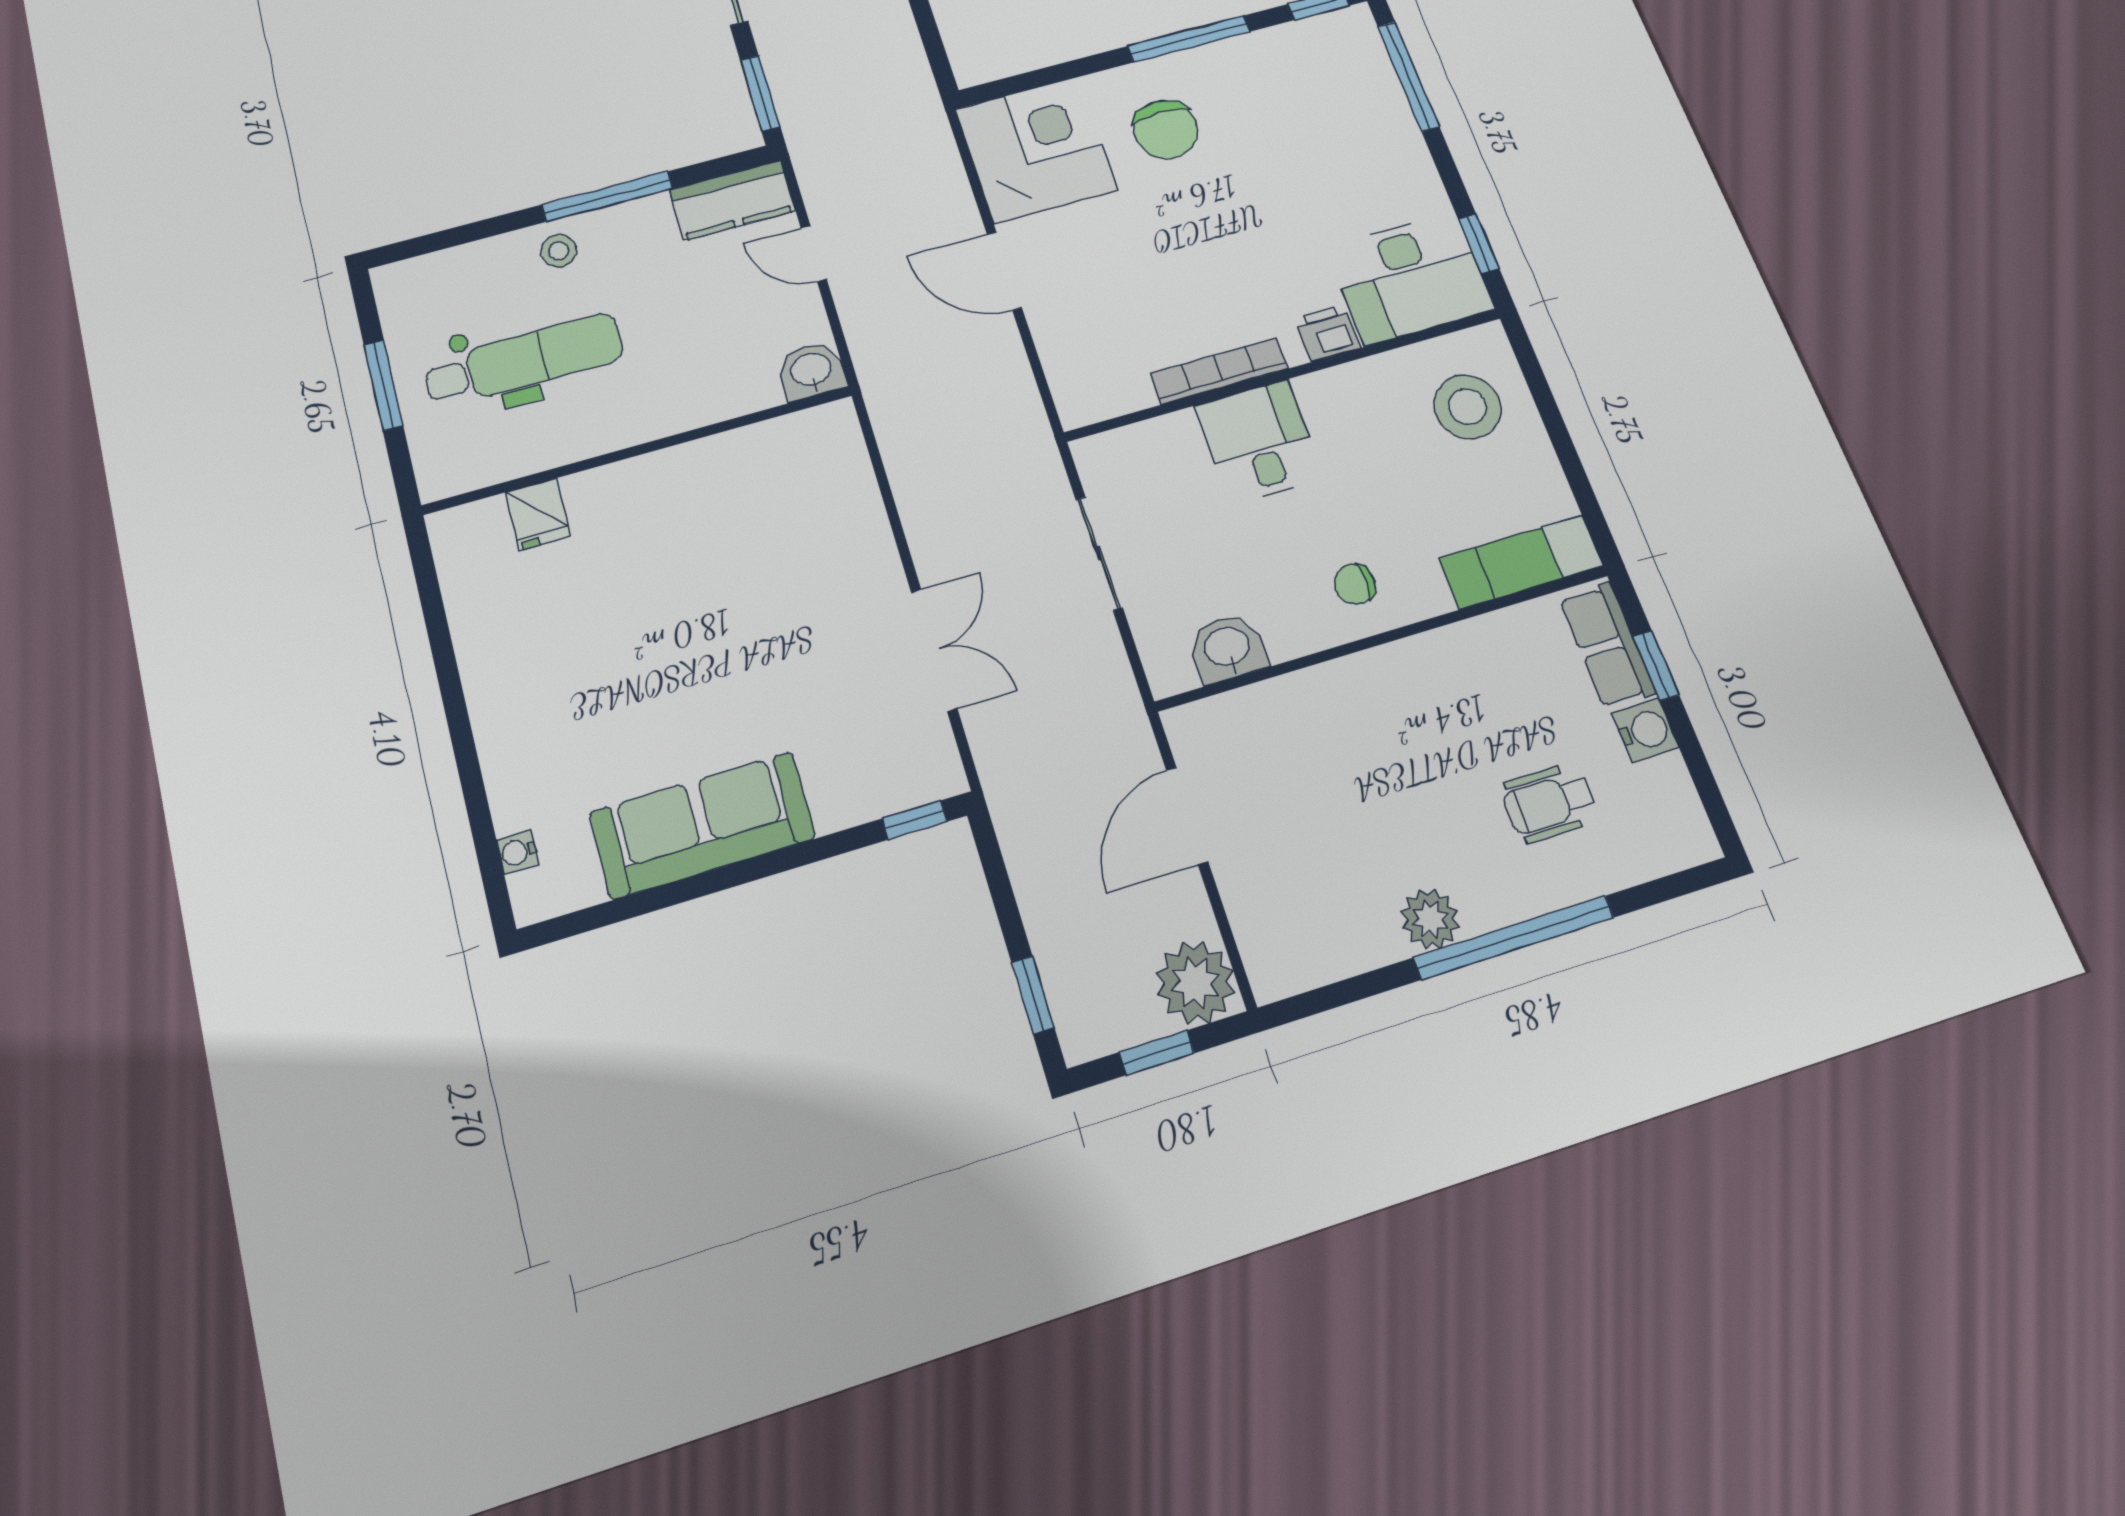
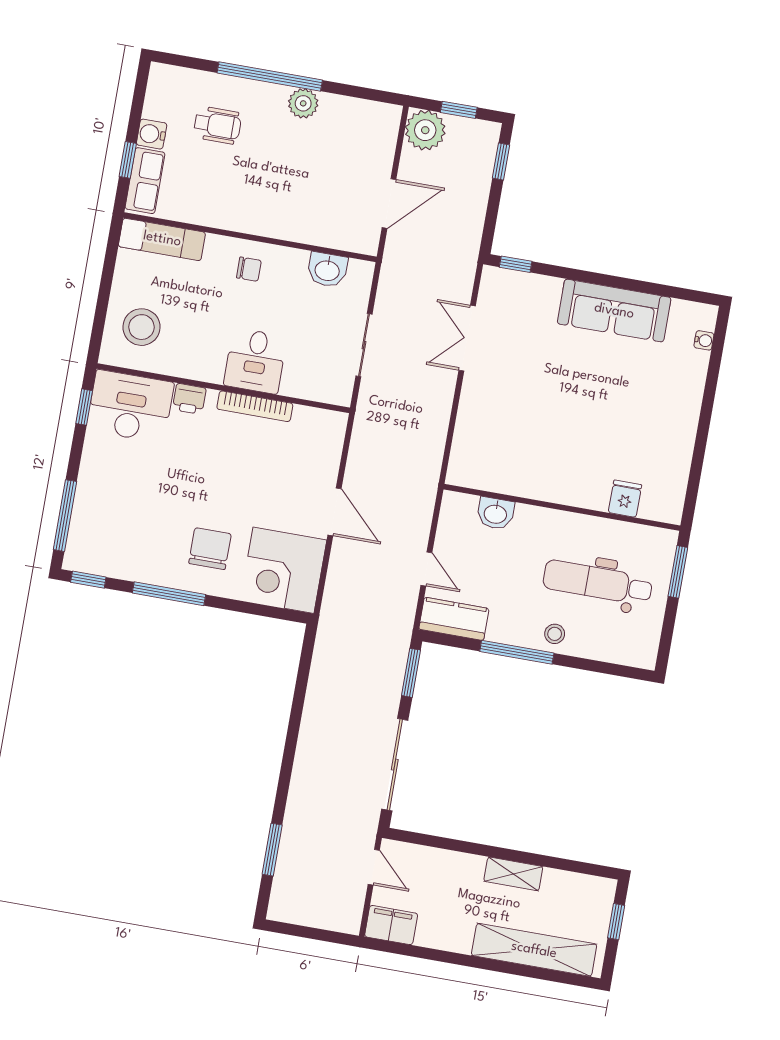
washbasin: (811, 371) -> (495, 513), moved
window: (383, 385) -> (678, 572), moved

